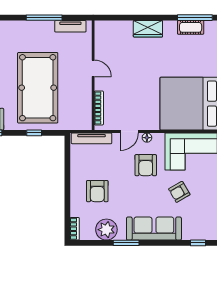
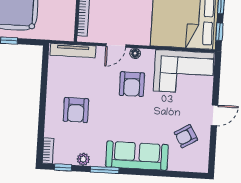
armchair: (179, 192) -> (186, 136), moved
plant: (106, 230) -> (83, 159), width x0.53, depth x0.53
window: (198, 243) -> (63, 167), moved

